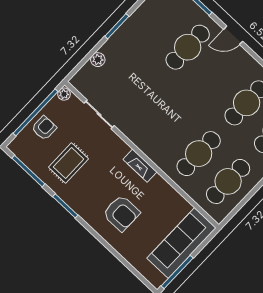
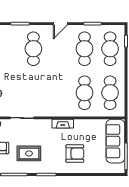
door: (233, 35) -> (60, 24), moved
rug: (69, 163) -> (29, 153), turned 90

